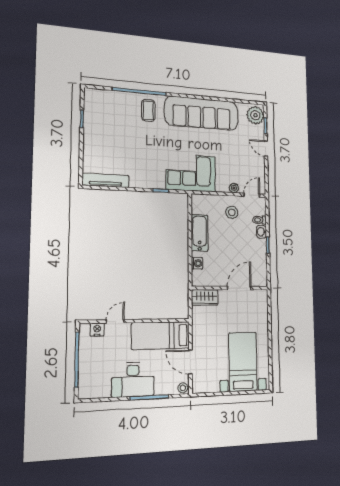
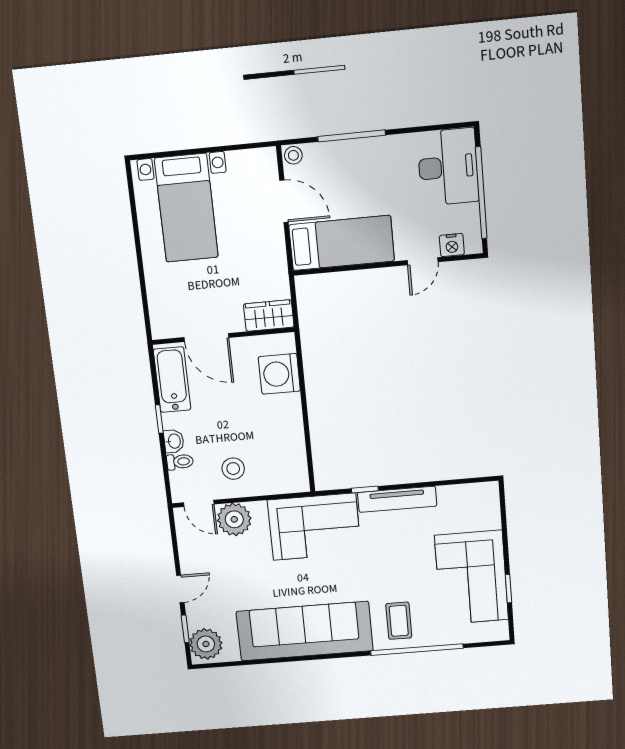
corner sofa: (103, 129) -> (471, 578), added
door: (266, 149) -> (180, 589), hinge flipped
tv unit: (106, 180) -> (397, 499), moved
plant: (234, 188) -> (234, 519), width x1.88, depth x1.88
door: (252, 195) -> (199, 503), hinge flipped
bathtub: (200, 233) -> (172, 380), moved, turned 180
washing machine: (197, 263) -> (279, 374), width x1.89, depth x1.89
door: (239, 288) -> (206, 338), hinge flipped
desk: (133, 380) -> (448, 167), moved, turned 90

